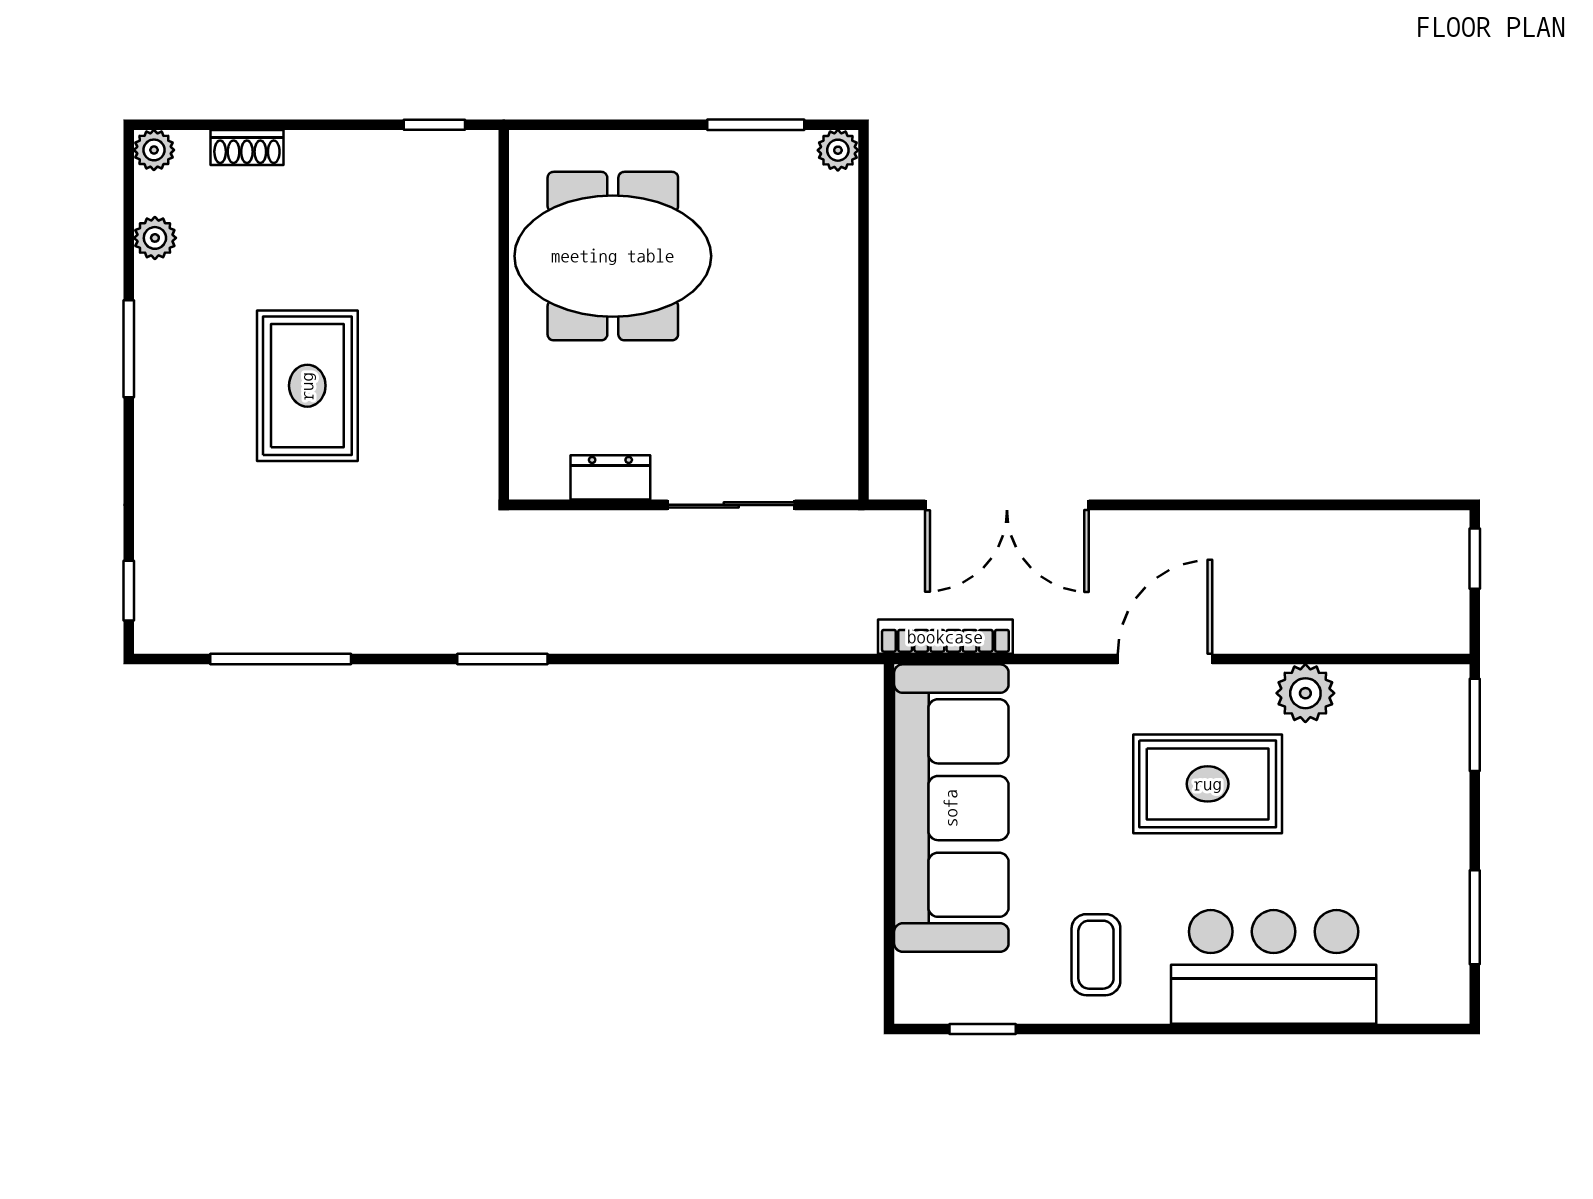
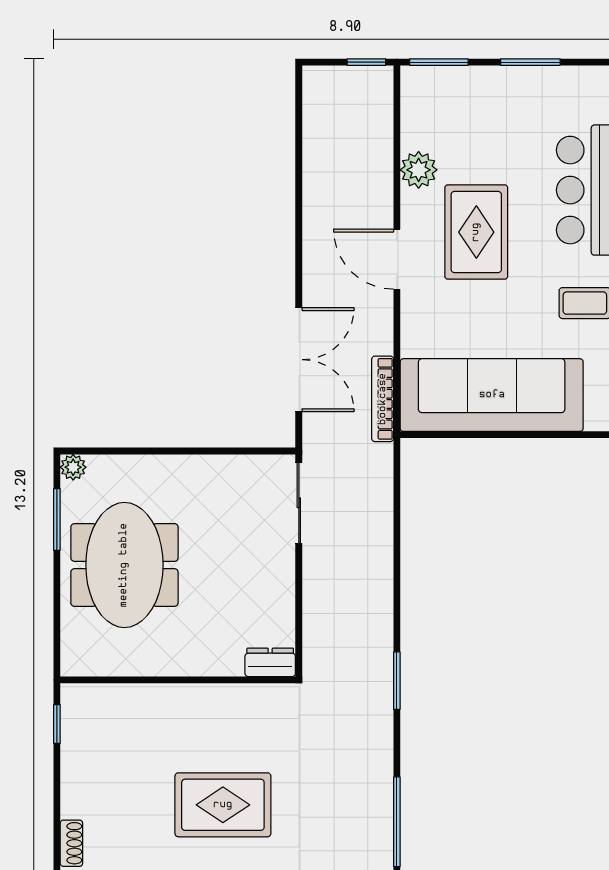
meeting table: (613, 256) -> (124, 565), moved
dresser: (610, 477) -> (270, 662), moved, turned 90
sliding door: (731, 505) -> (299, 503), moved
window: (1475, 559) -> (366, 62), moved
window: (1475, 917) -> (530, 62), moved

